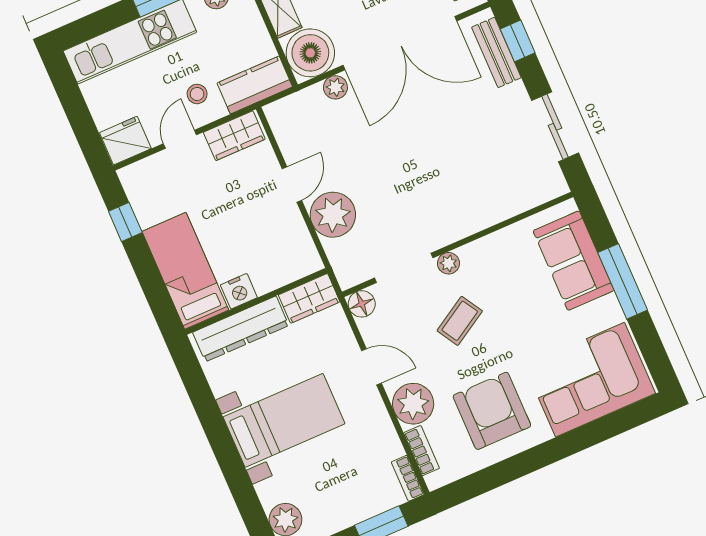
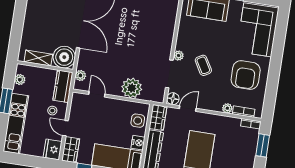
plant: (335, 87) -> (80, 75), moved
wardrobe: (234, 136) -> (71, 150), moved
door: (292, 184) -> (97, 94), moved
side table: (279, 264) -> (138, 121), added
door: (372, 367) -> (188, 108), moved
plant: (413, 404) -> (227, 108), width x0.53, depth x0.53
armchair: (492, 411) -> (246, 75), turned -90

